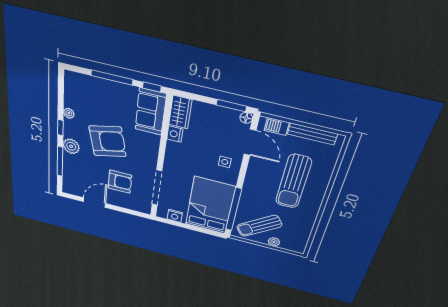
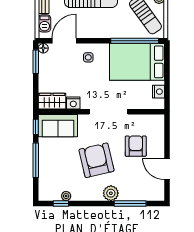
plant: (69, 113) -> (66, 196), moved
window: (60, 128) -> (61, 204), moved
doorway: (157, 188) -> (108, 112), moved

